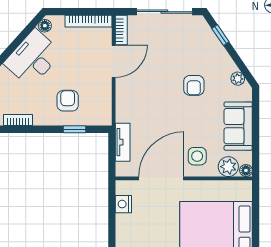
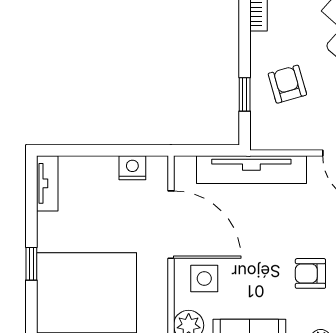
armchair: (68, 101) -> (287, 84), turned -106
tv unit: (123, 142) -> (251, 170), width x1.92, depth x1.29

